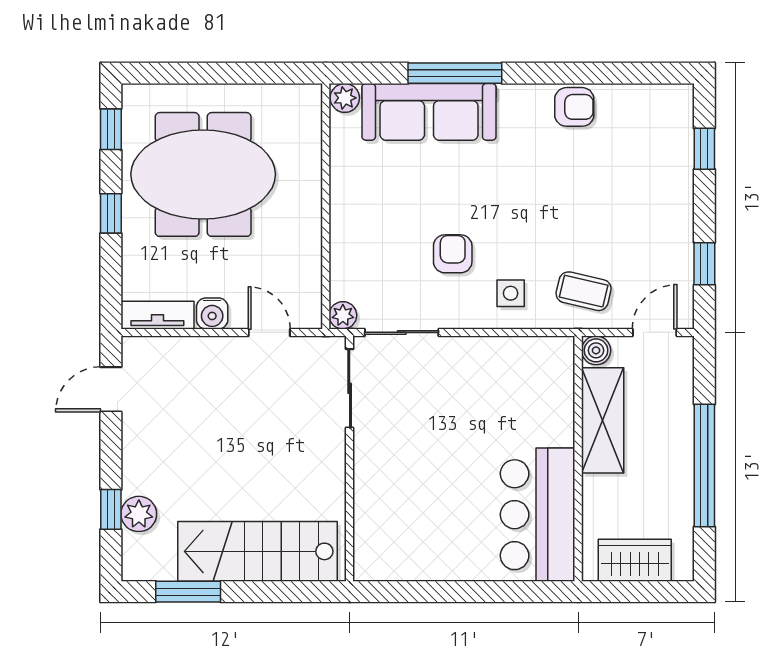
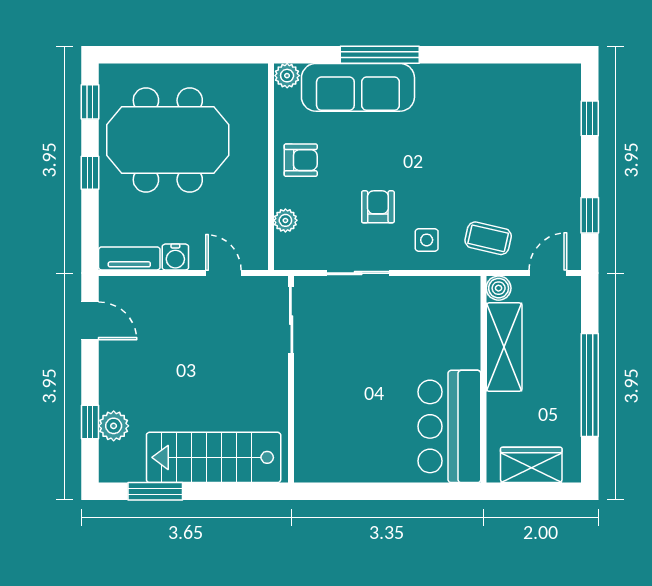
armchair: (574, 107) -> (301, 160), moved
plant: (343, 315) -> (285, 220), moved
sliding door: (402, 332) -> (358, 273), moved
door: (111, 389) -> (90, 321), swing flipped

